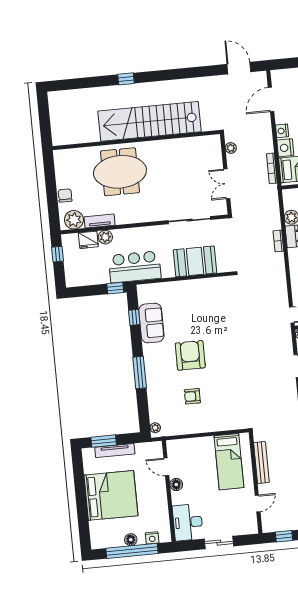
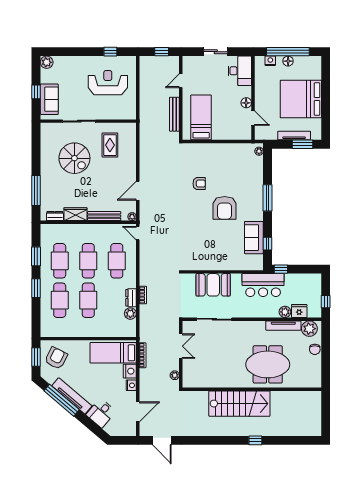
stairs: (150, 121) -> (239, 404), width x0.73
tv unit: (100, 221) -> (283, 326), width x1.41
armchair: (192, 396) -> (199, 184), moved

